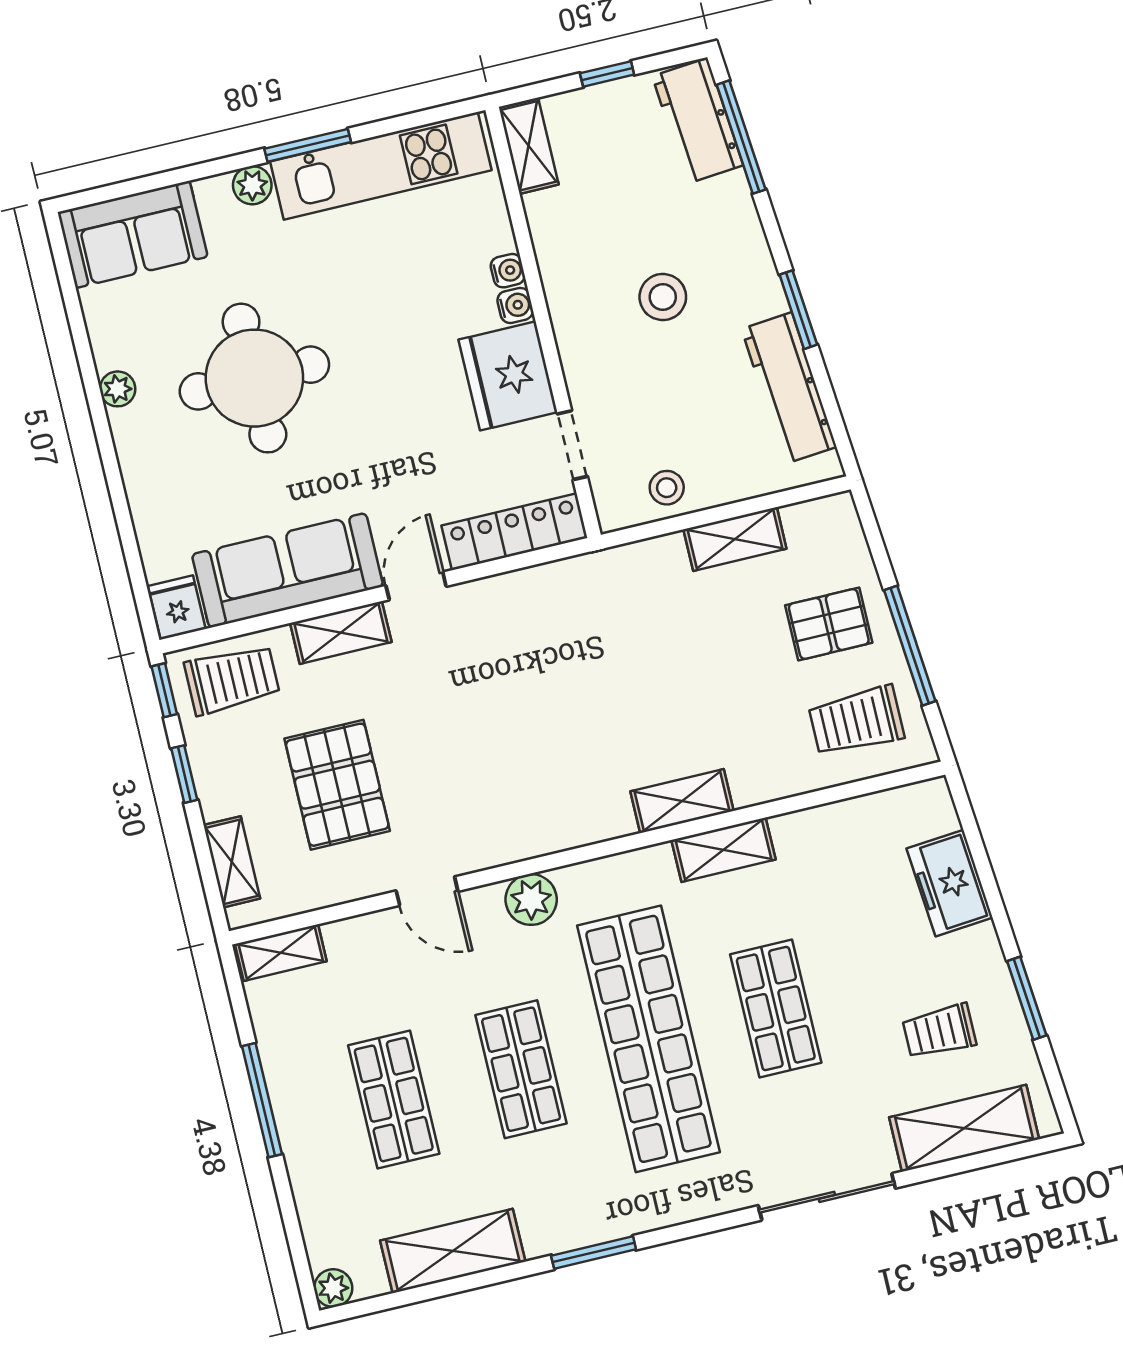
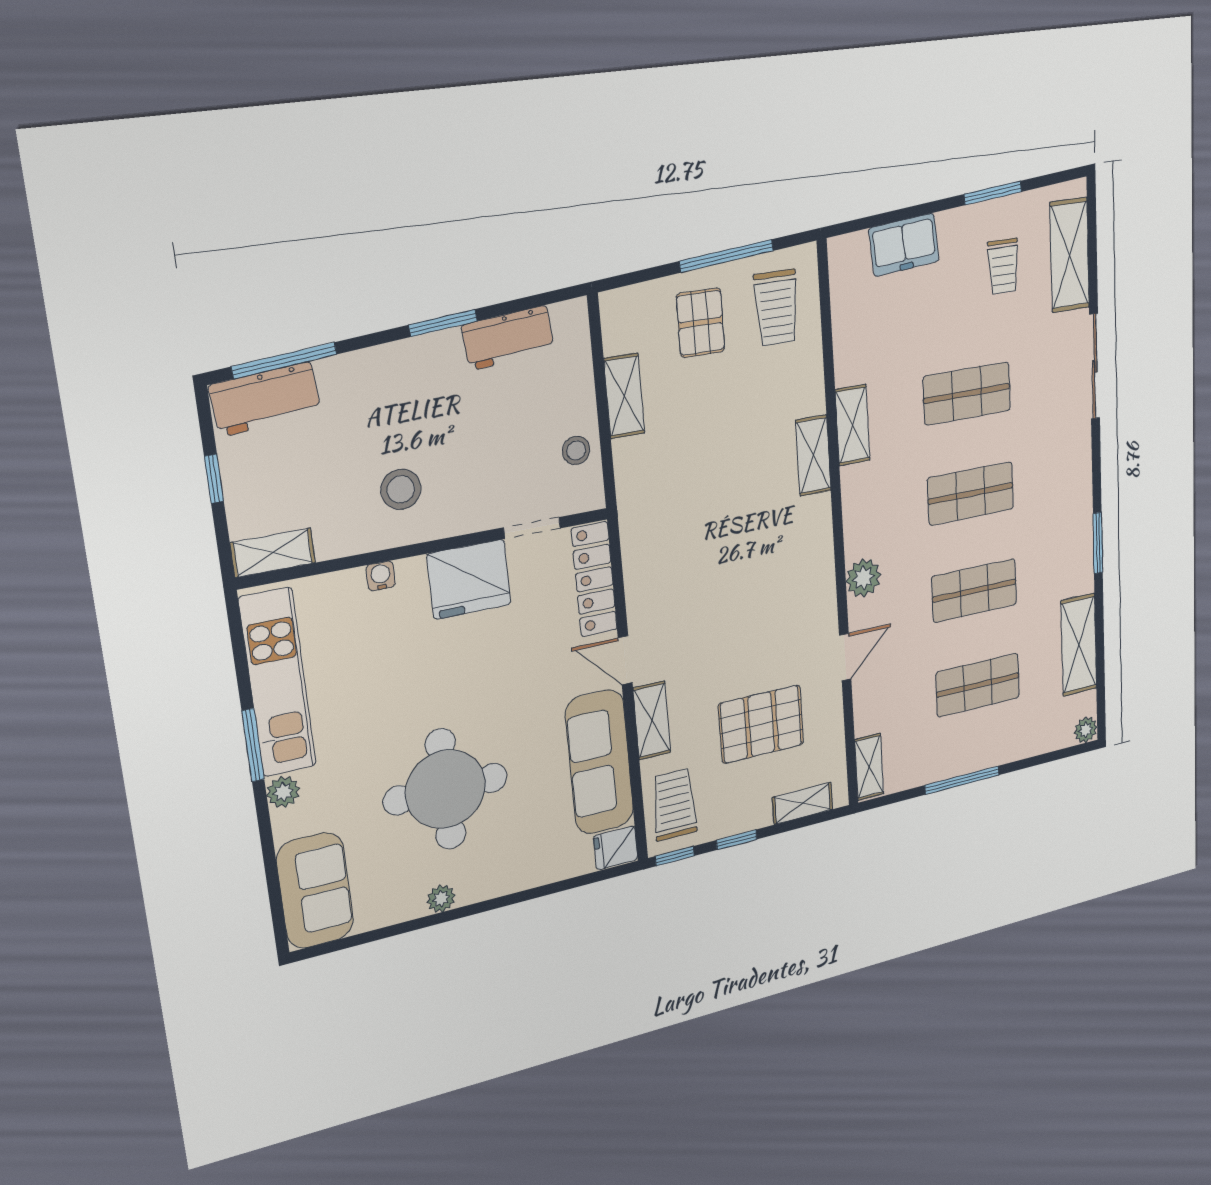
stool: (663, 297) -> (401, 489), moved
water cooler: (515, 305) -> (411, 571), removed
workbench: (789, 388) -> (508, 338), width x0.73
shop shelf: (648, 1039) -> (971, 493), width x0.50, depth x0.74

